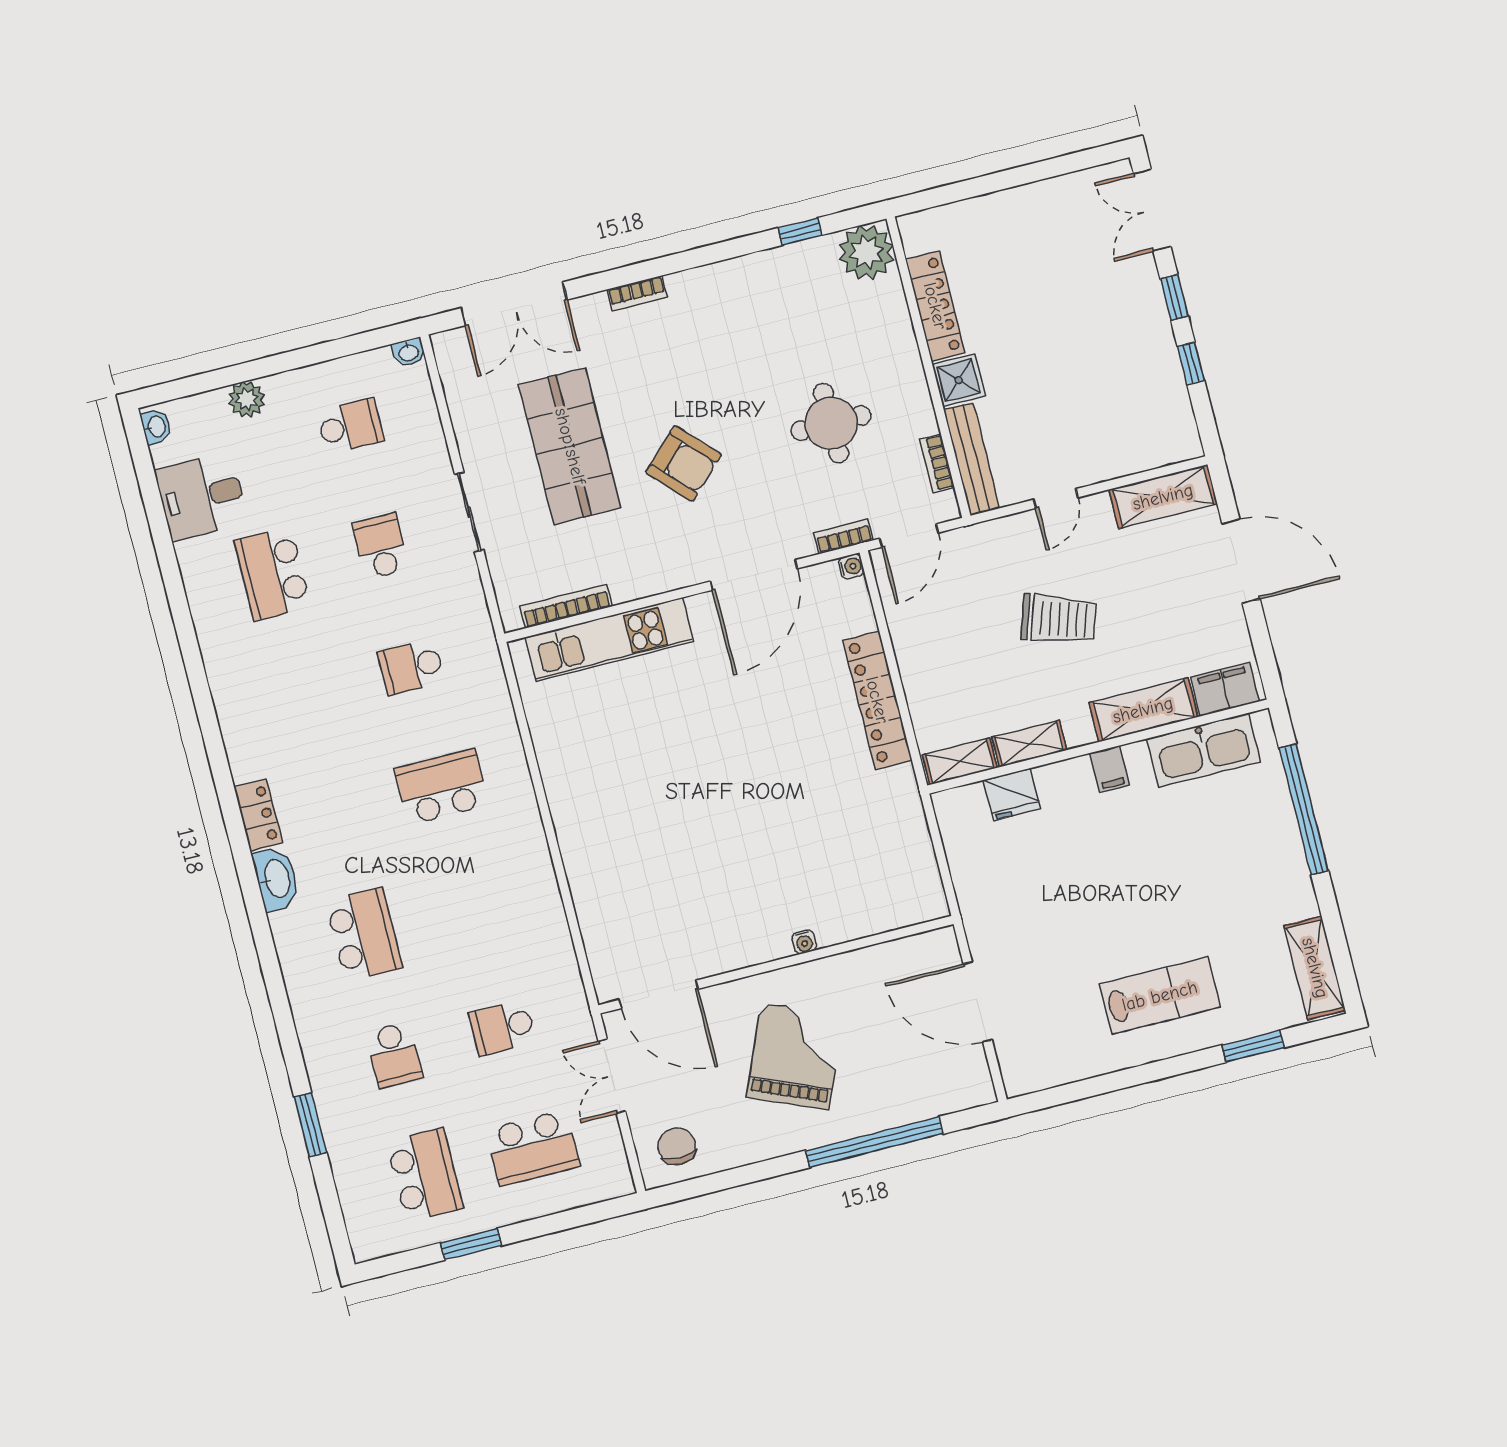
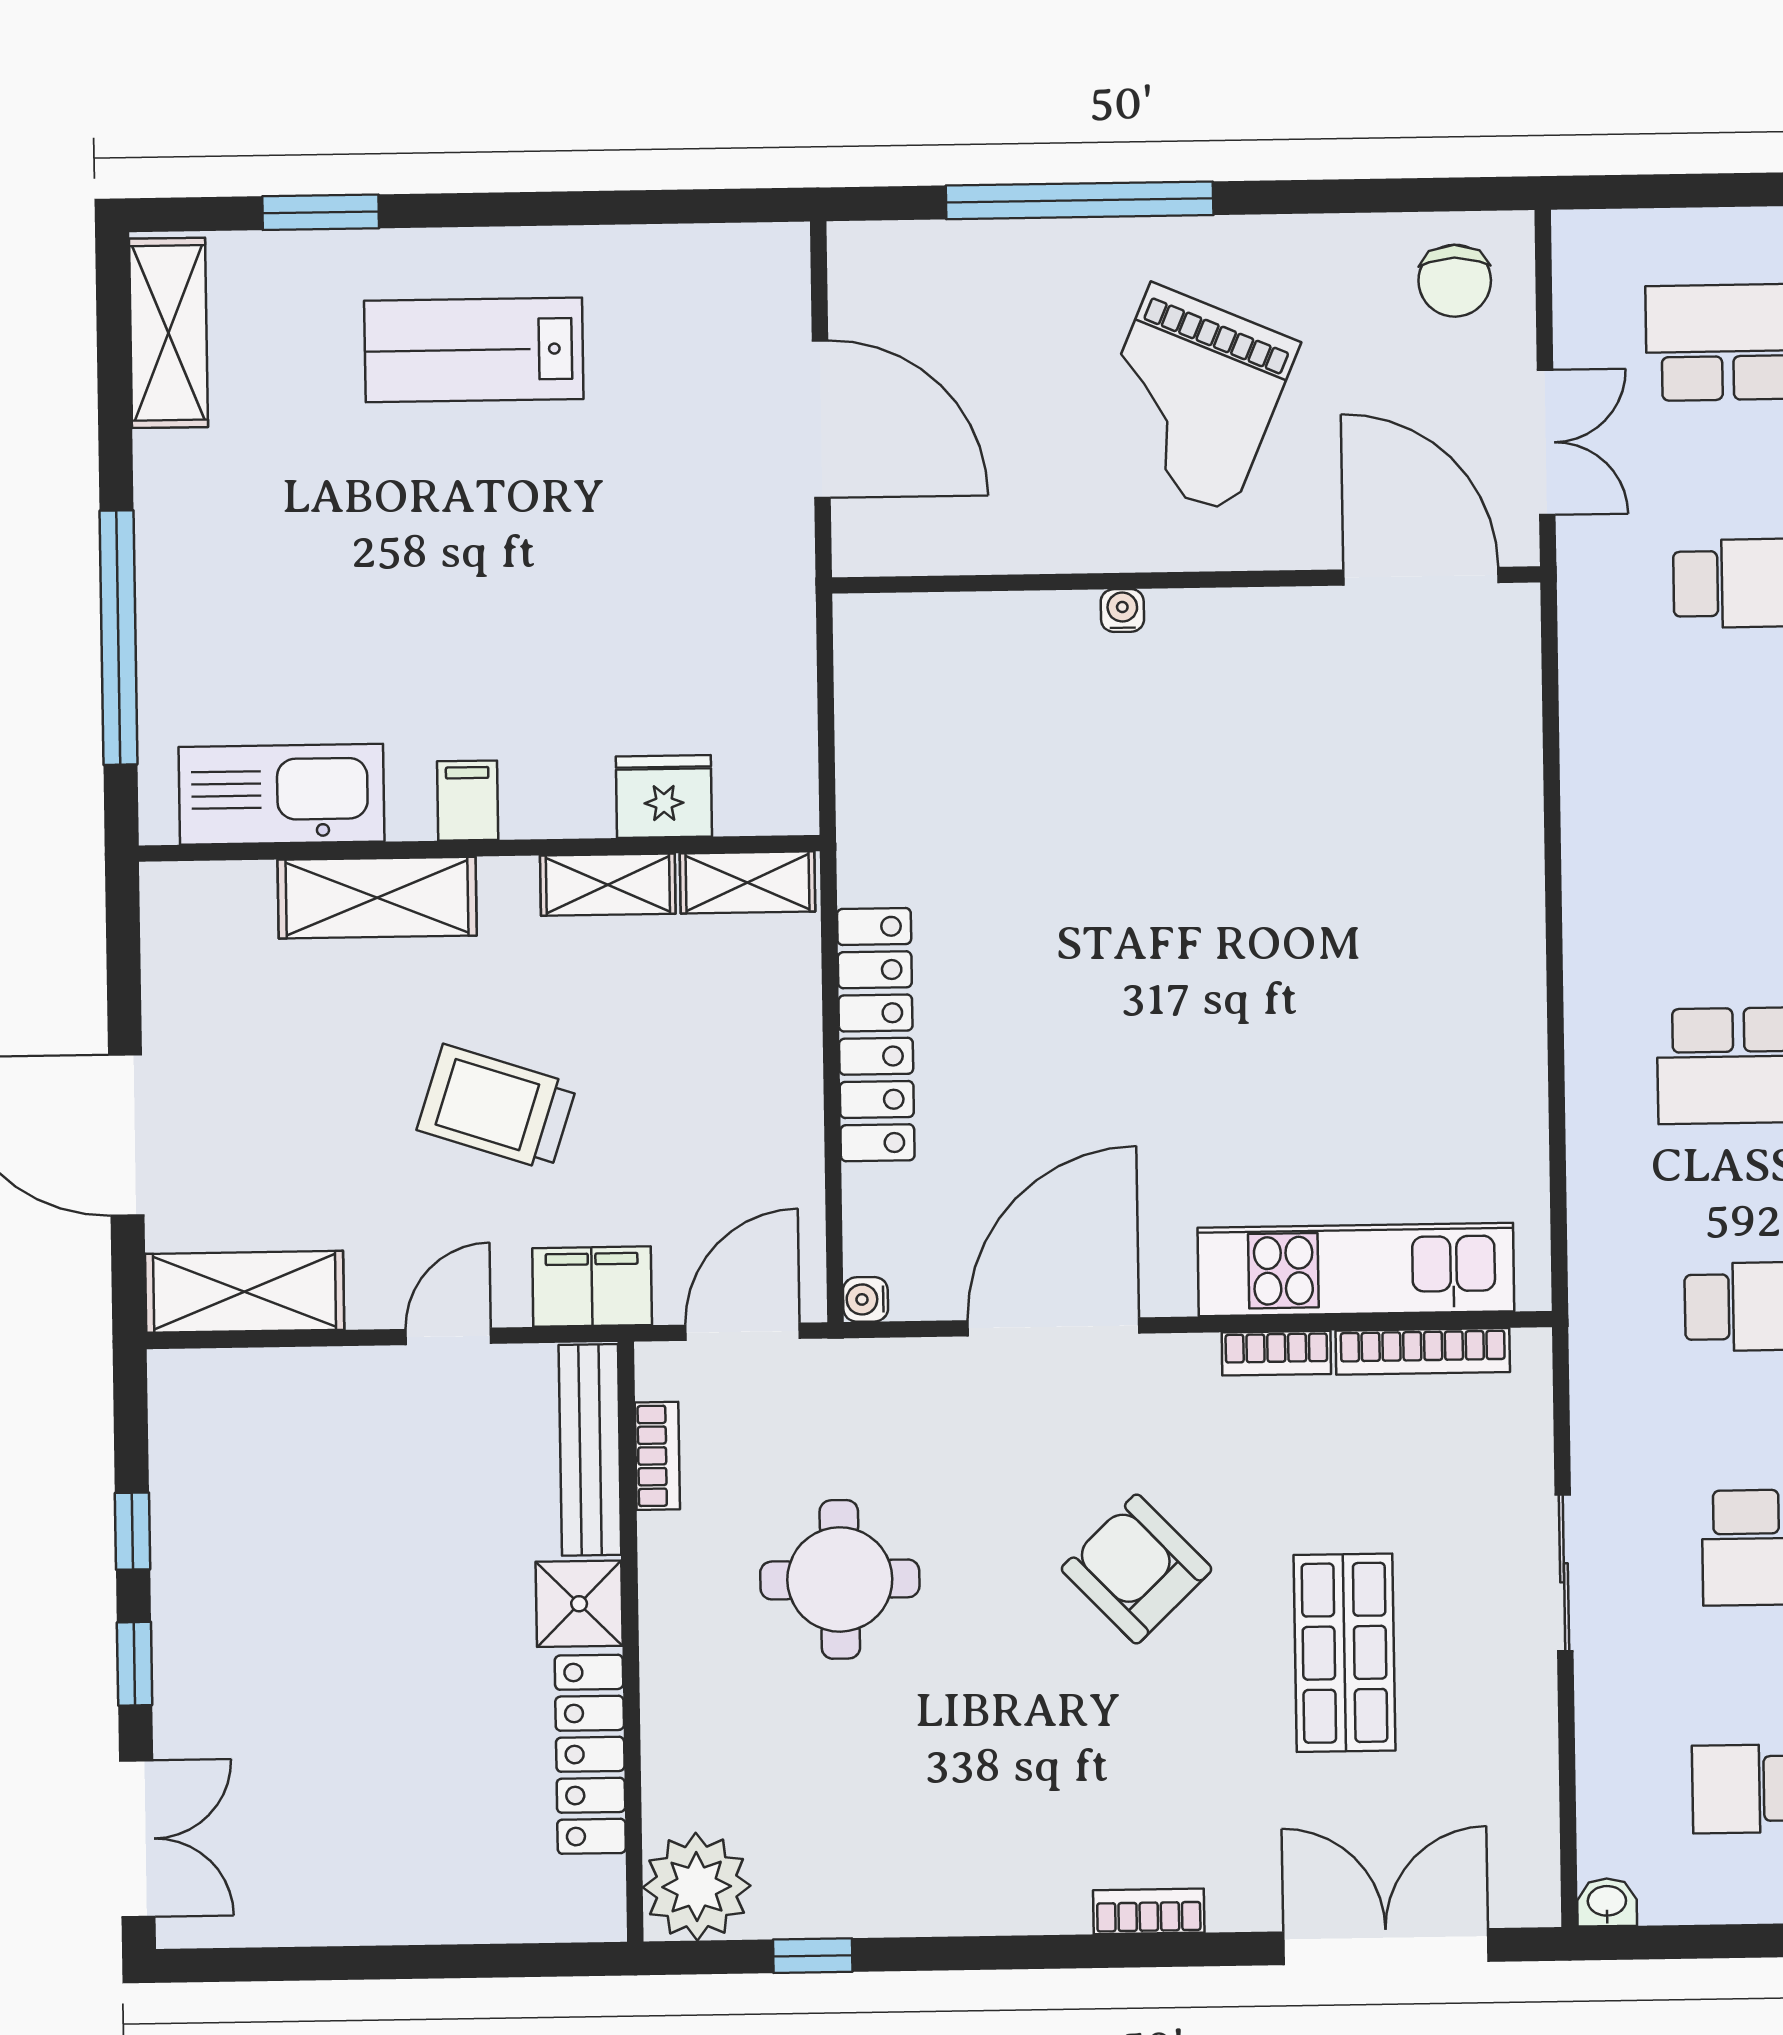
shop shelf: (570, 446) -> (1344, 1653), width x0.70, depth x0.74
bookcase: (843, 536) -> (1276, 1353), moved
filing cabinet: (1225, 689) -> (592, 1287), moved, turned 180

